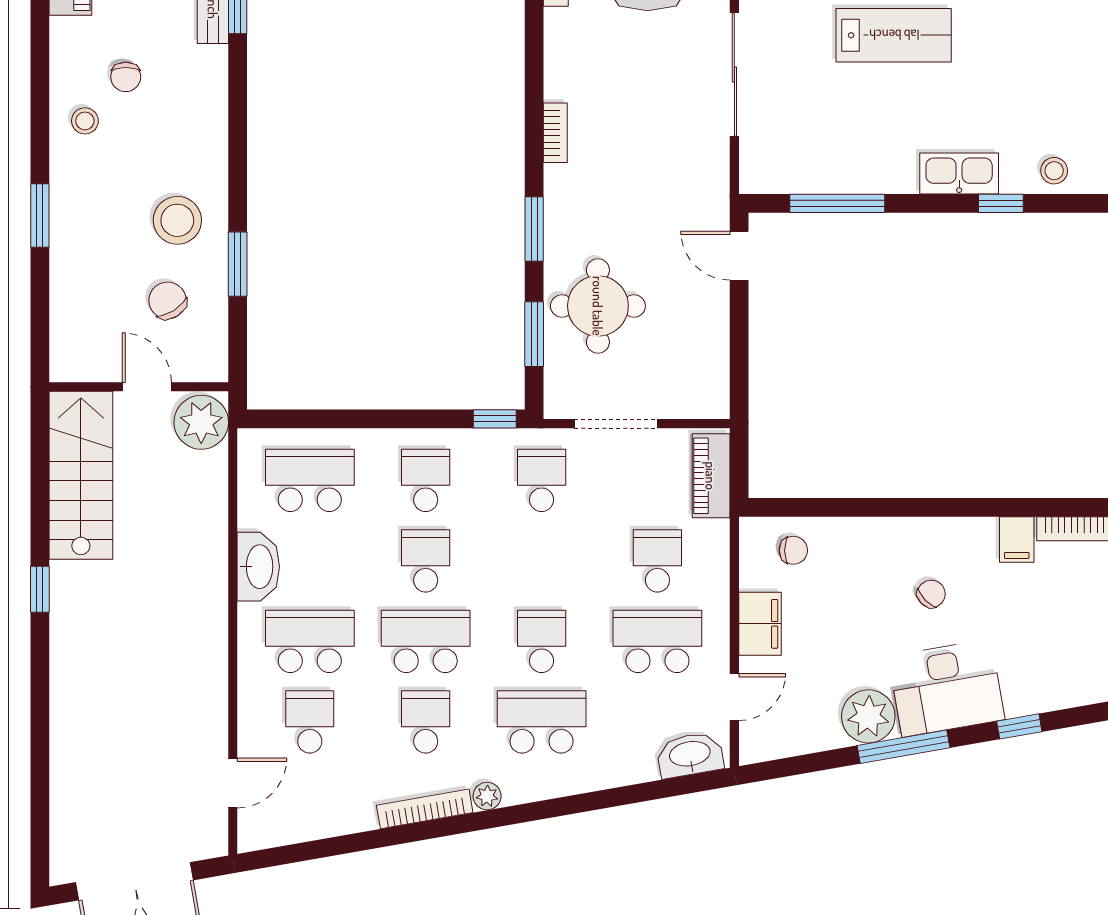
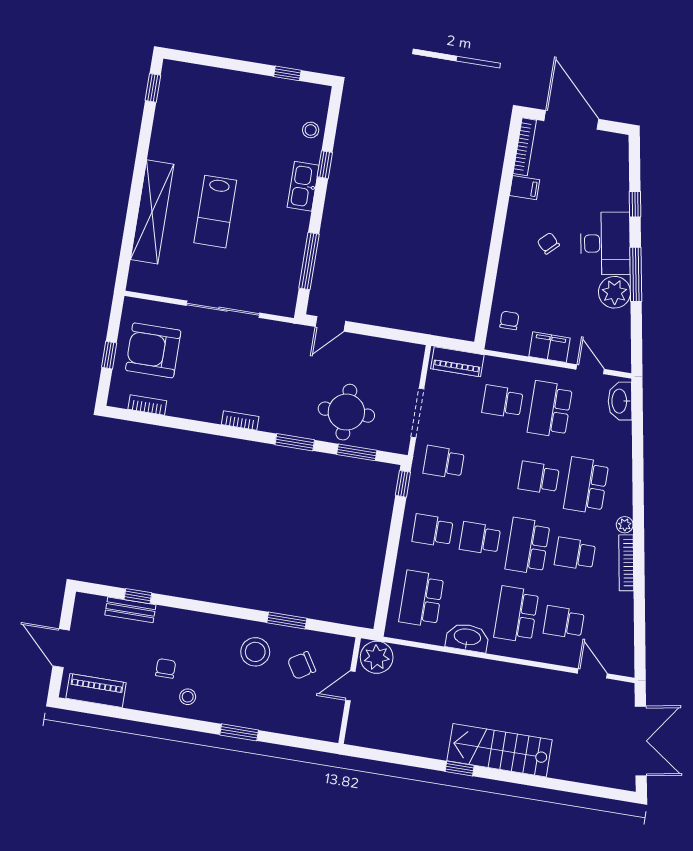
lab bench: (894, 35) -> (215, 212), turned 180
chair: (126, 77) -> (166, 668), turned -90
stairs: (81, 475) -> (500, 750), moved

